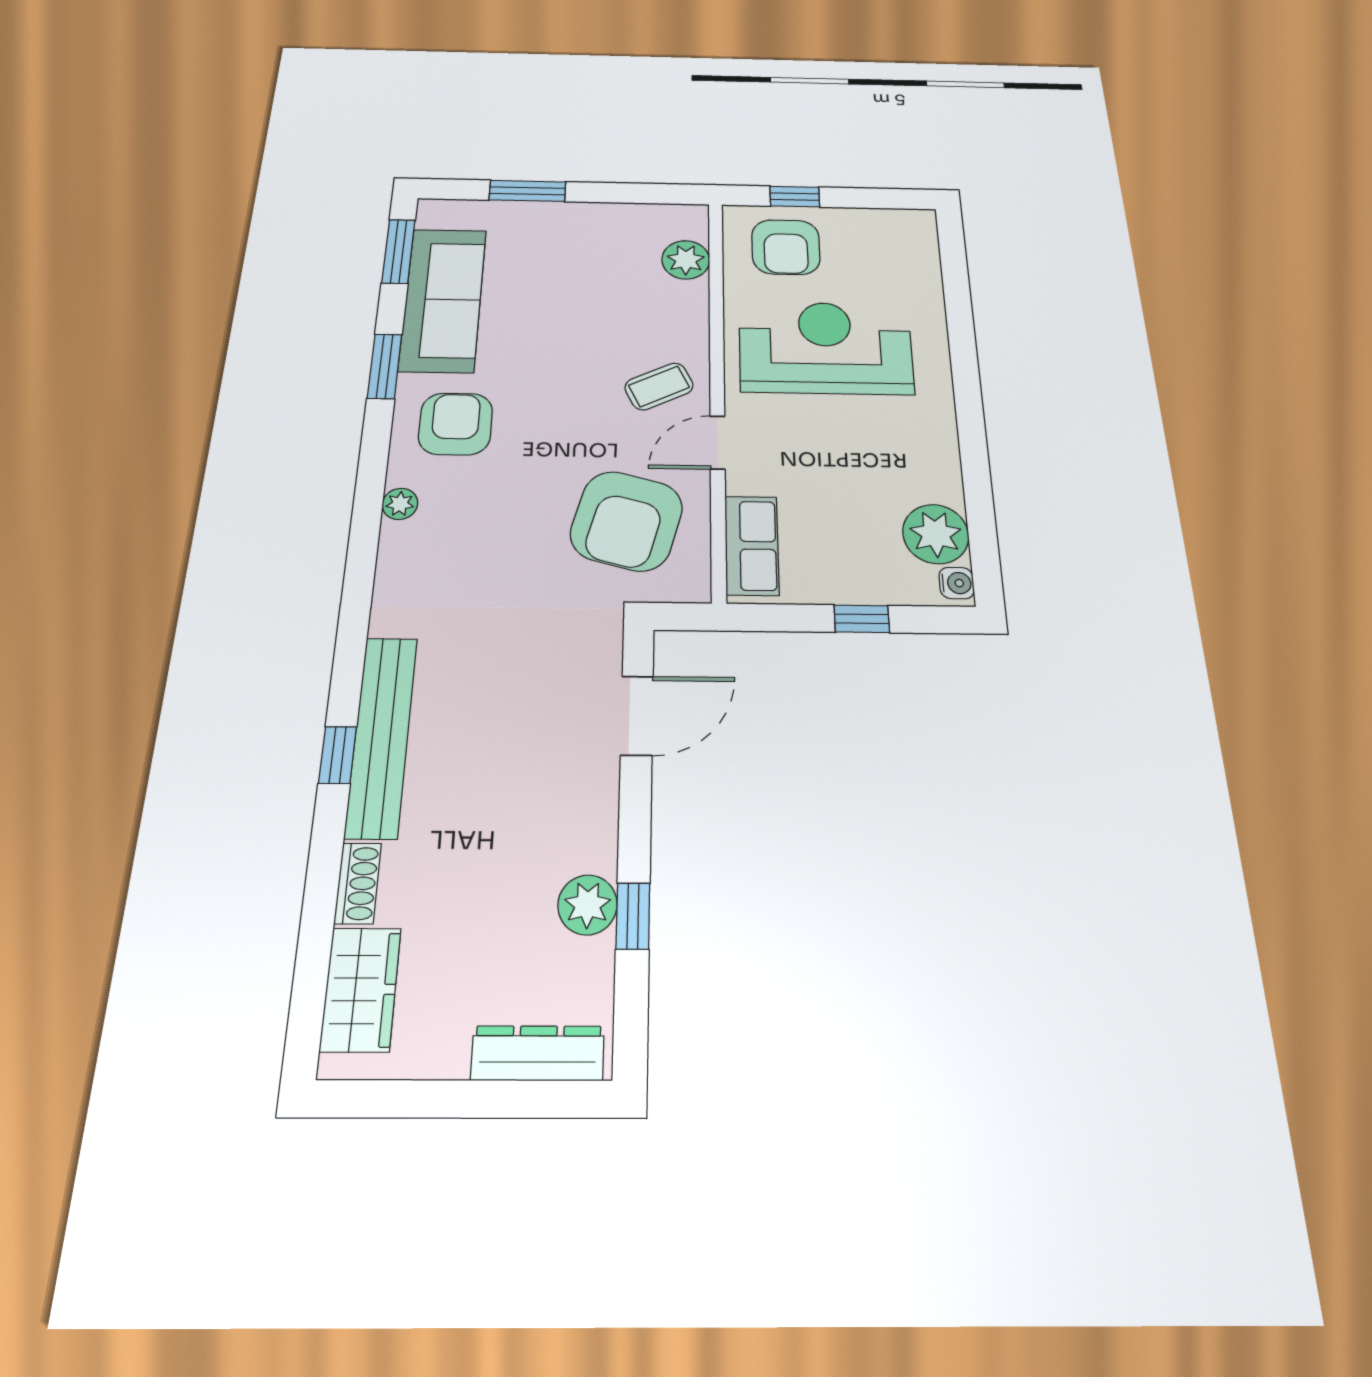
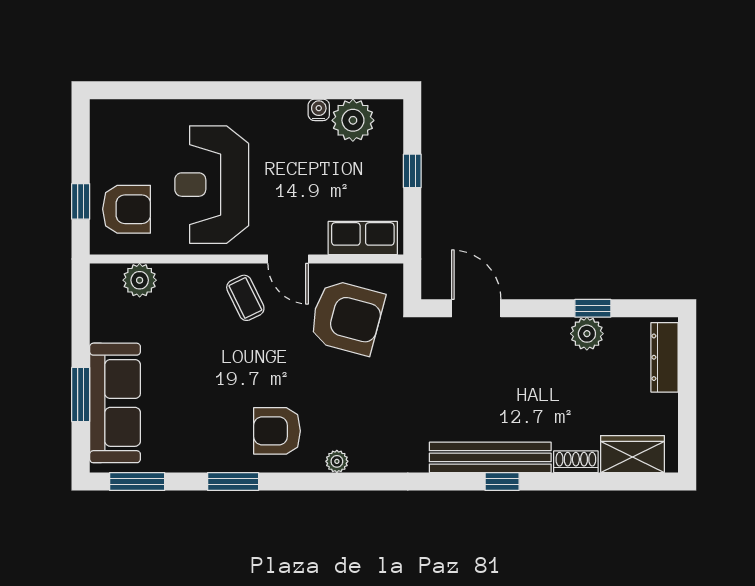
sofa: (443, 300) -> (115, 403), moved, turned 90
water cooler: (957, 583) -> (319, 110), moved

